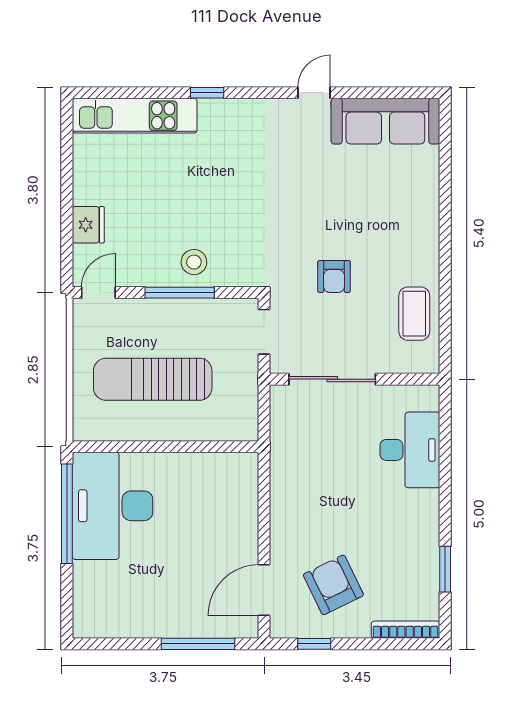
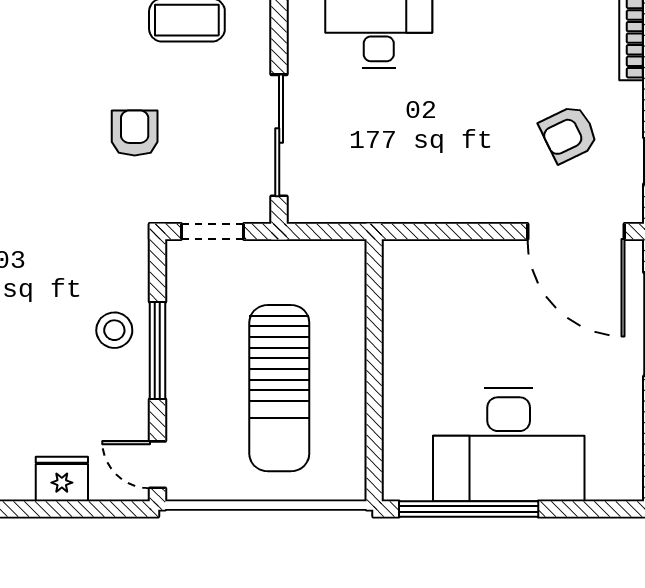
armchair: (334, 276) -> (135, 133), turned -90
desk: (113, 506) -> (509, 445), moved
armchair: (333, 585) -> (569, 134), width x0.72, depth x0.72
door: (264, 590) -> (576, 231), width x1.36

